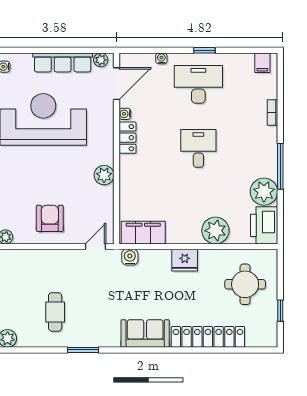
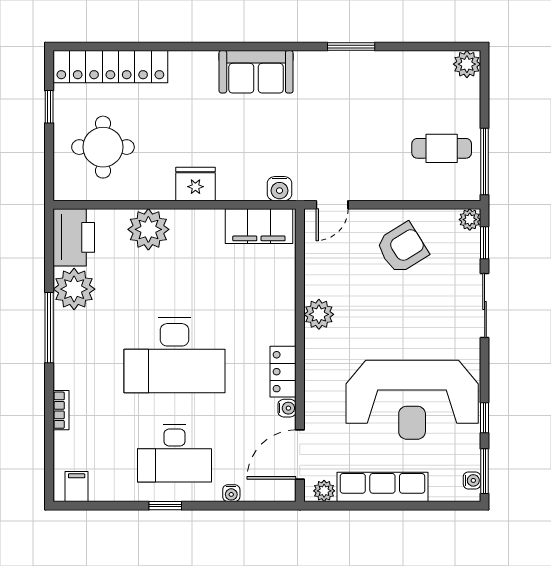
desk: (198, 148) -> (175, 355), width x1.87, depth x1.30
armchair: (50, 218) -> (402, 248), turned -122
cafe table: (55, 312) -> (442, 148), moved, turned 90
locker: (208, 337) -> (110, 67), moved

